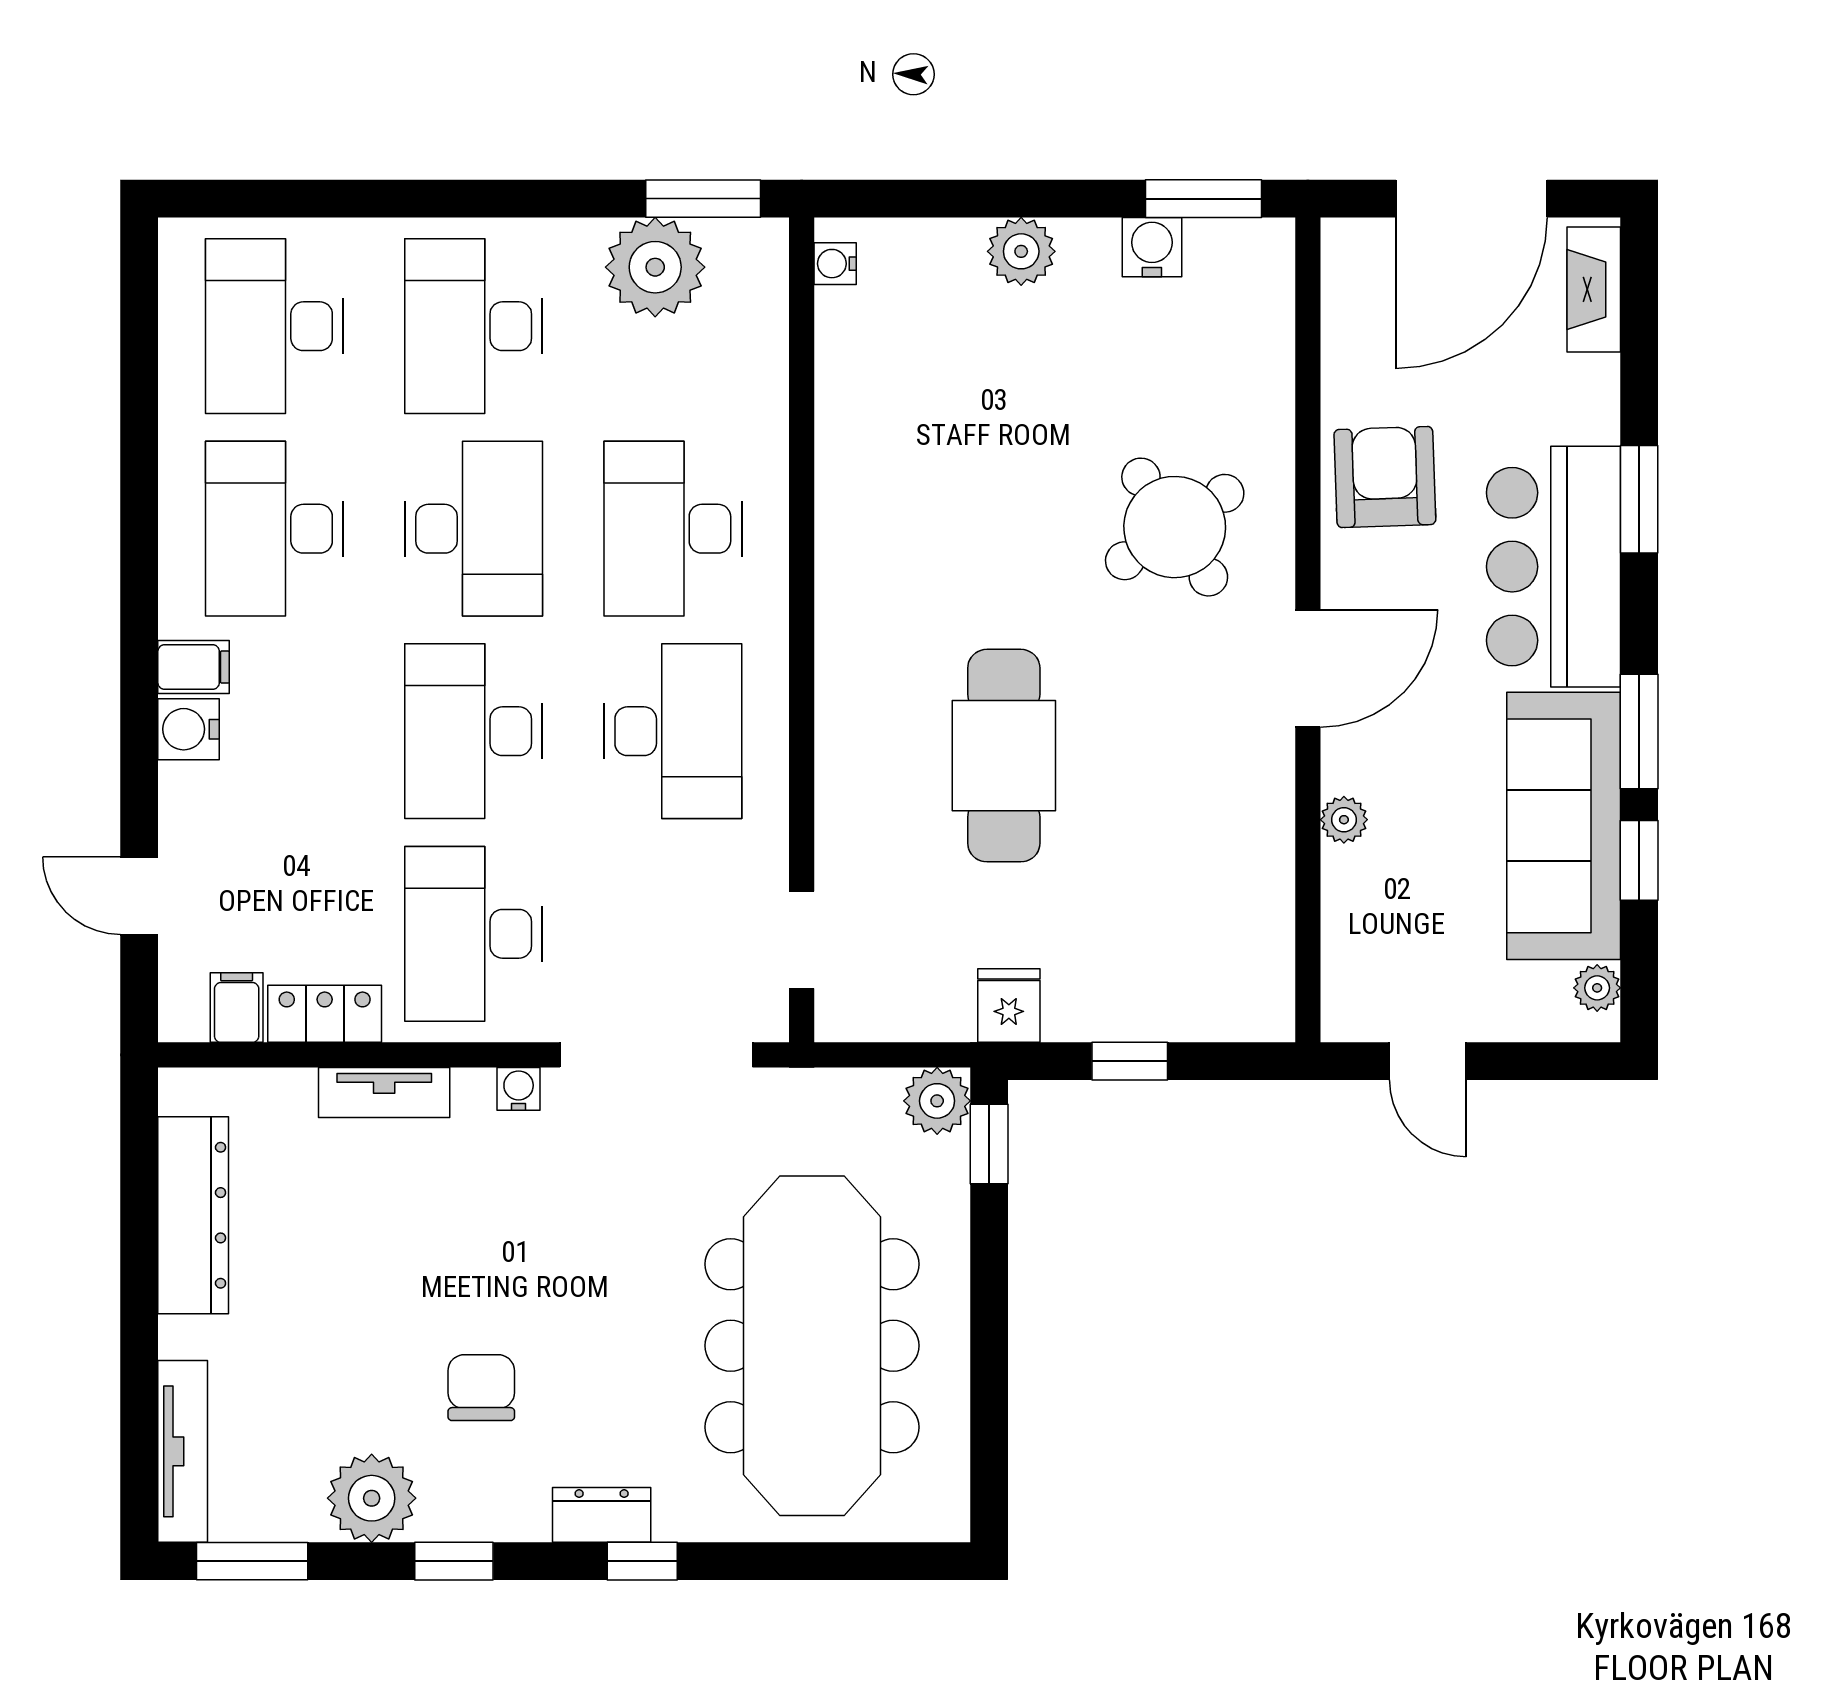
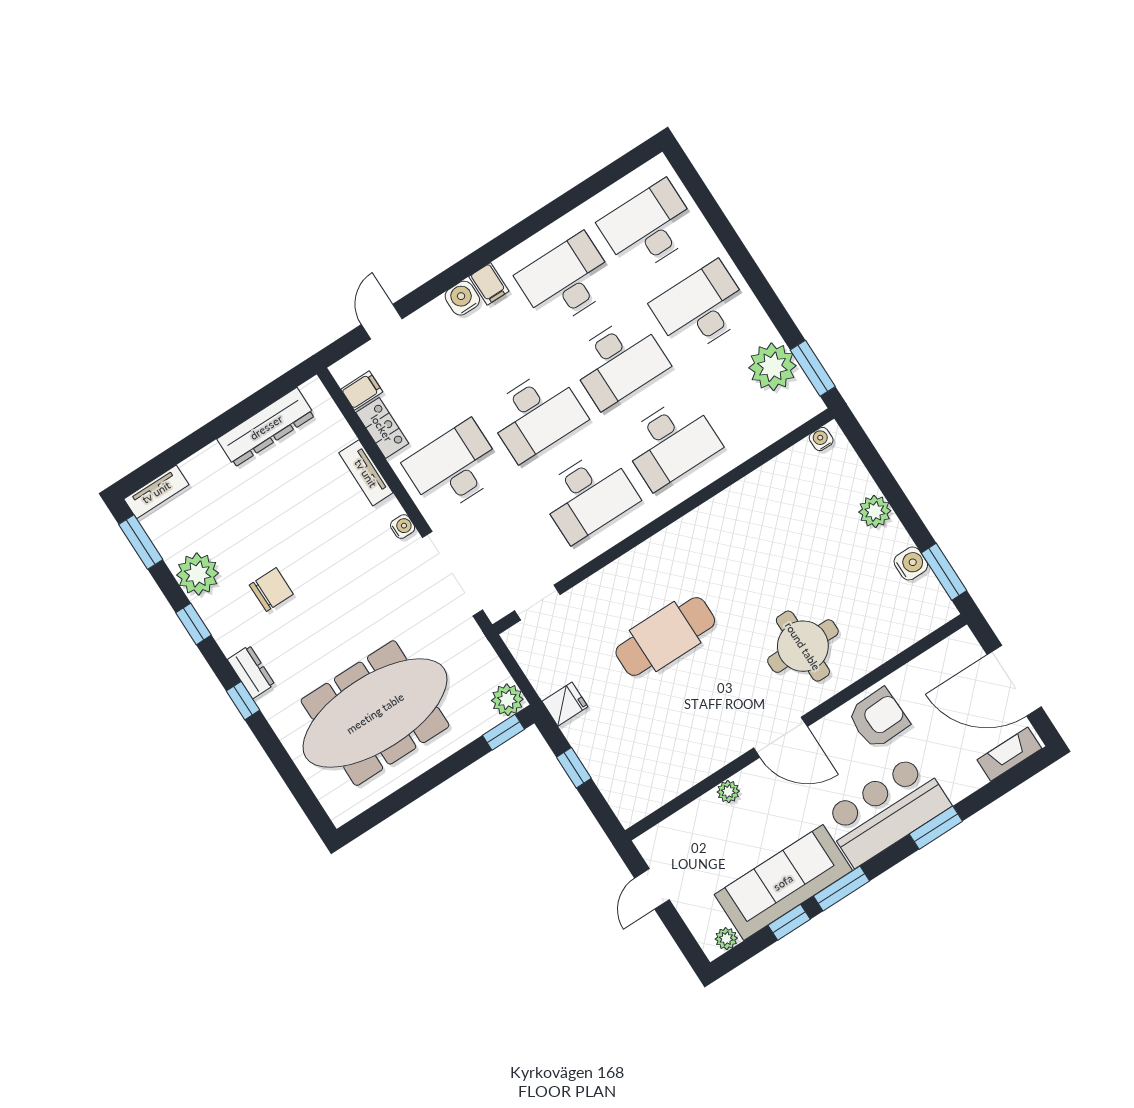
round table: (1175, 527) -> (803, 646), turned 34
desk: (673, 529) -> (671, 442), turned 180
desk: (474, 731) -> (536, 415), turned 180
tv unit: (183, 1451) -> (156, 492), width x0.71

